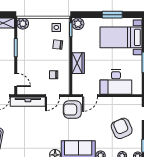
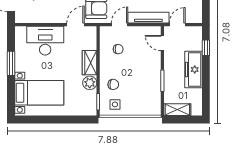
window: (112, 15) -> (50, 120), removed
plant: (23, 24) -> (154, 109), removed
plant: (78, 24) -> (90, 83), moved

